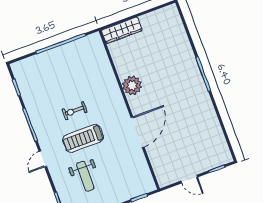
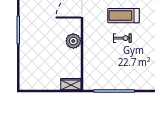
wardrobe: (122, 30) -> (71, 84), width x0.67
treadmill: (83, 138) -> (124, 16), turned 180

